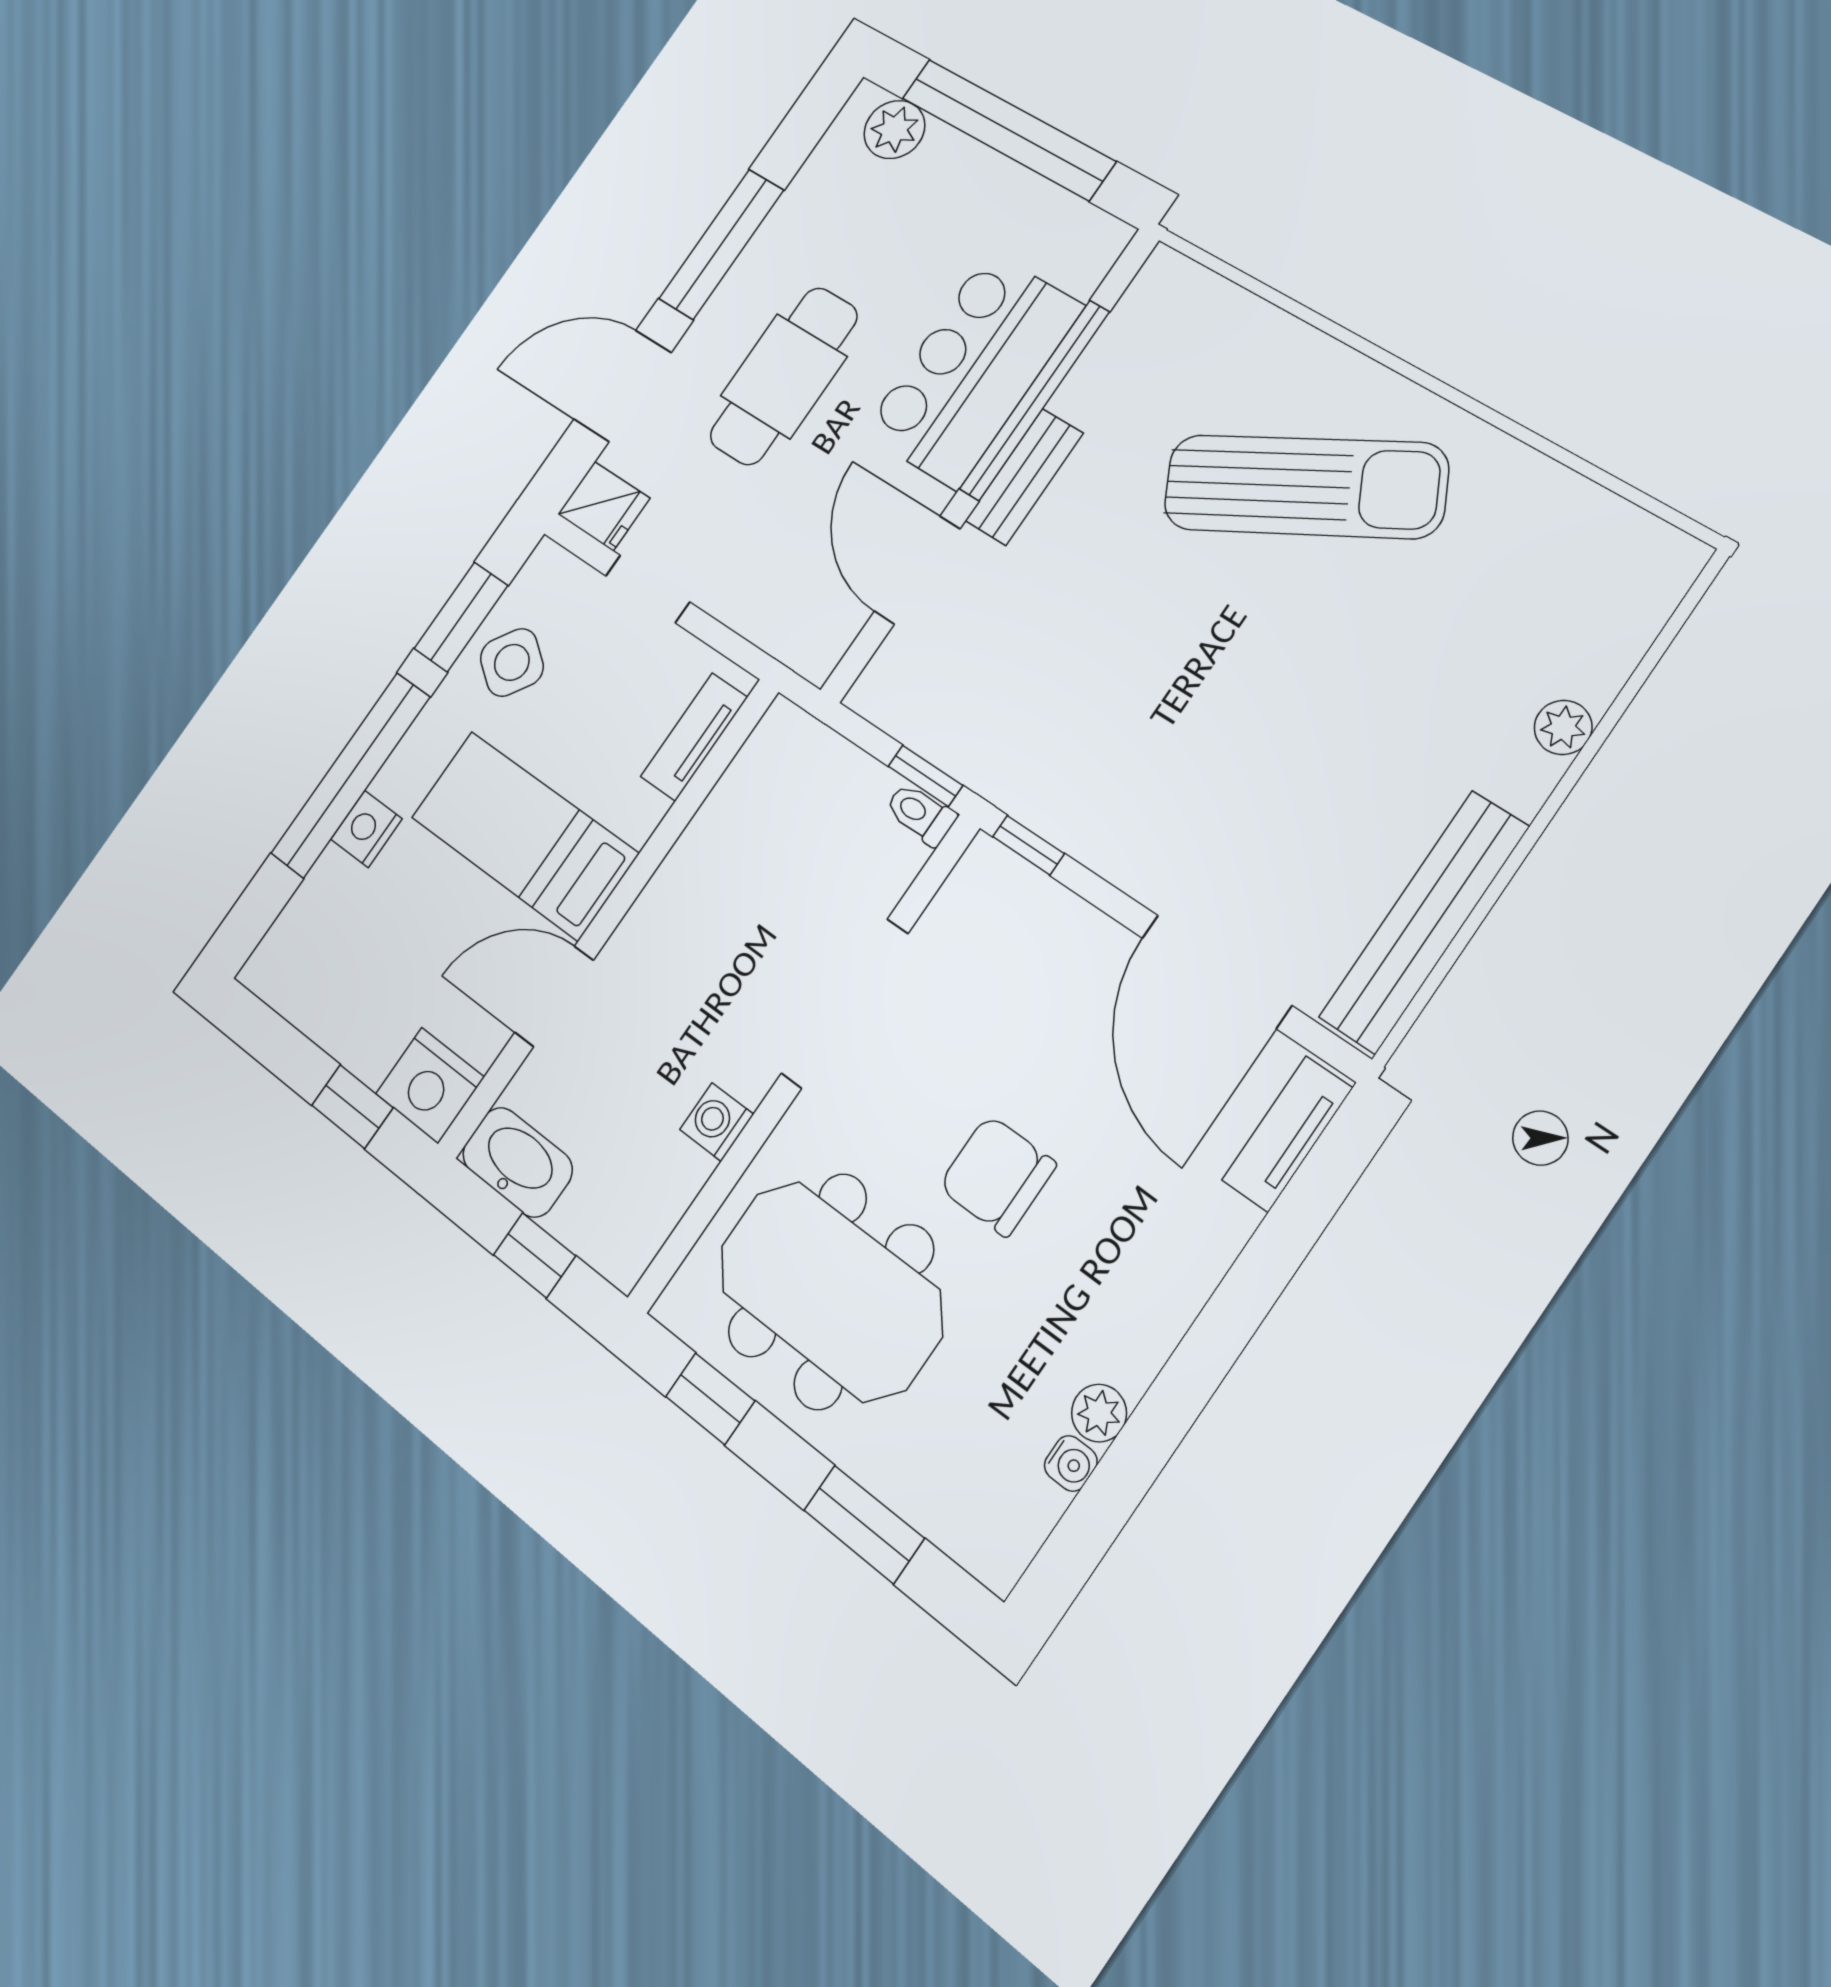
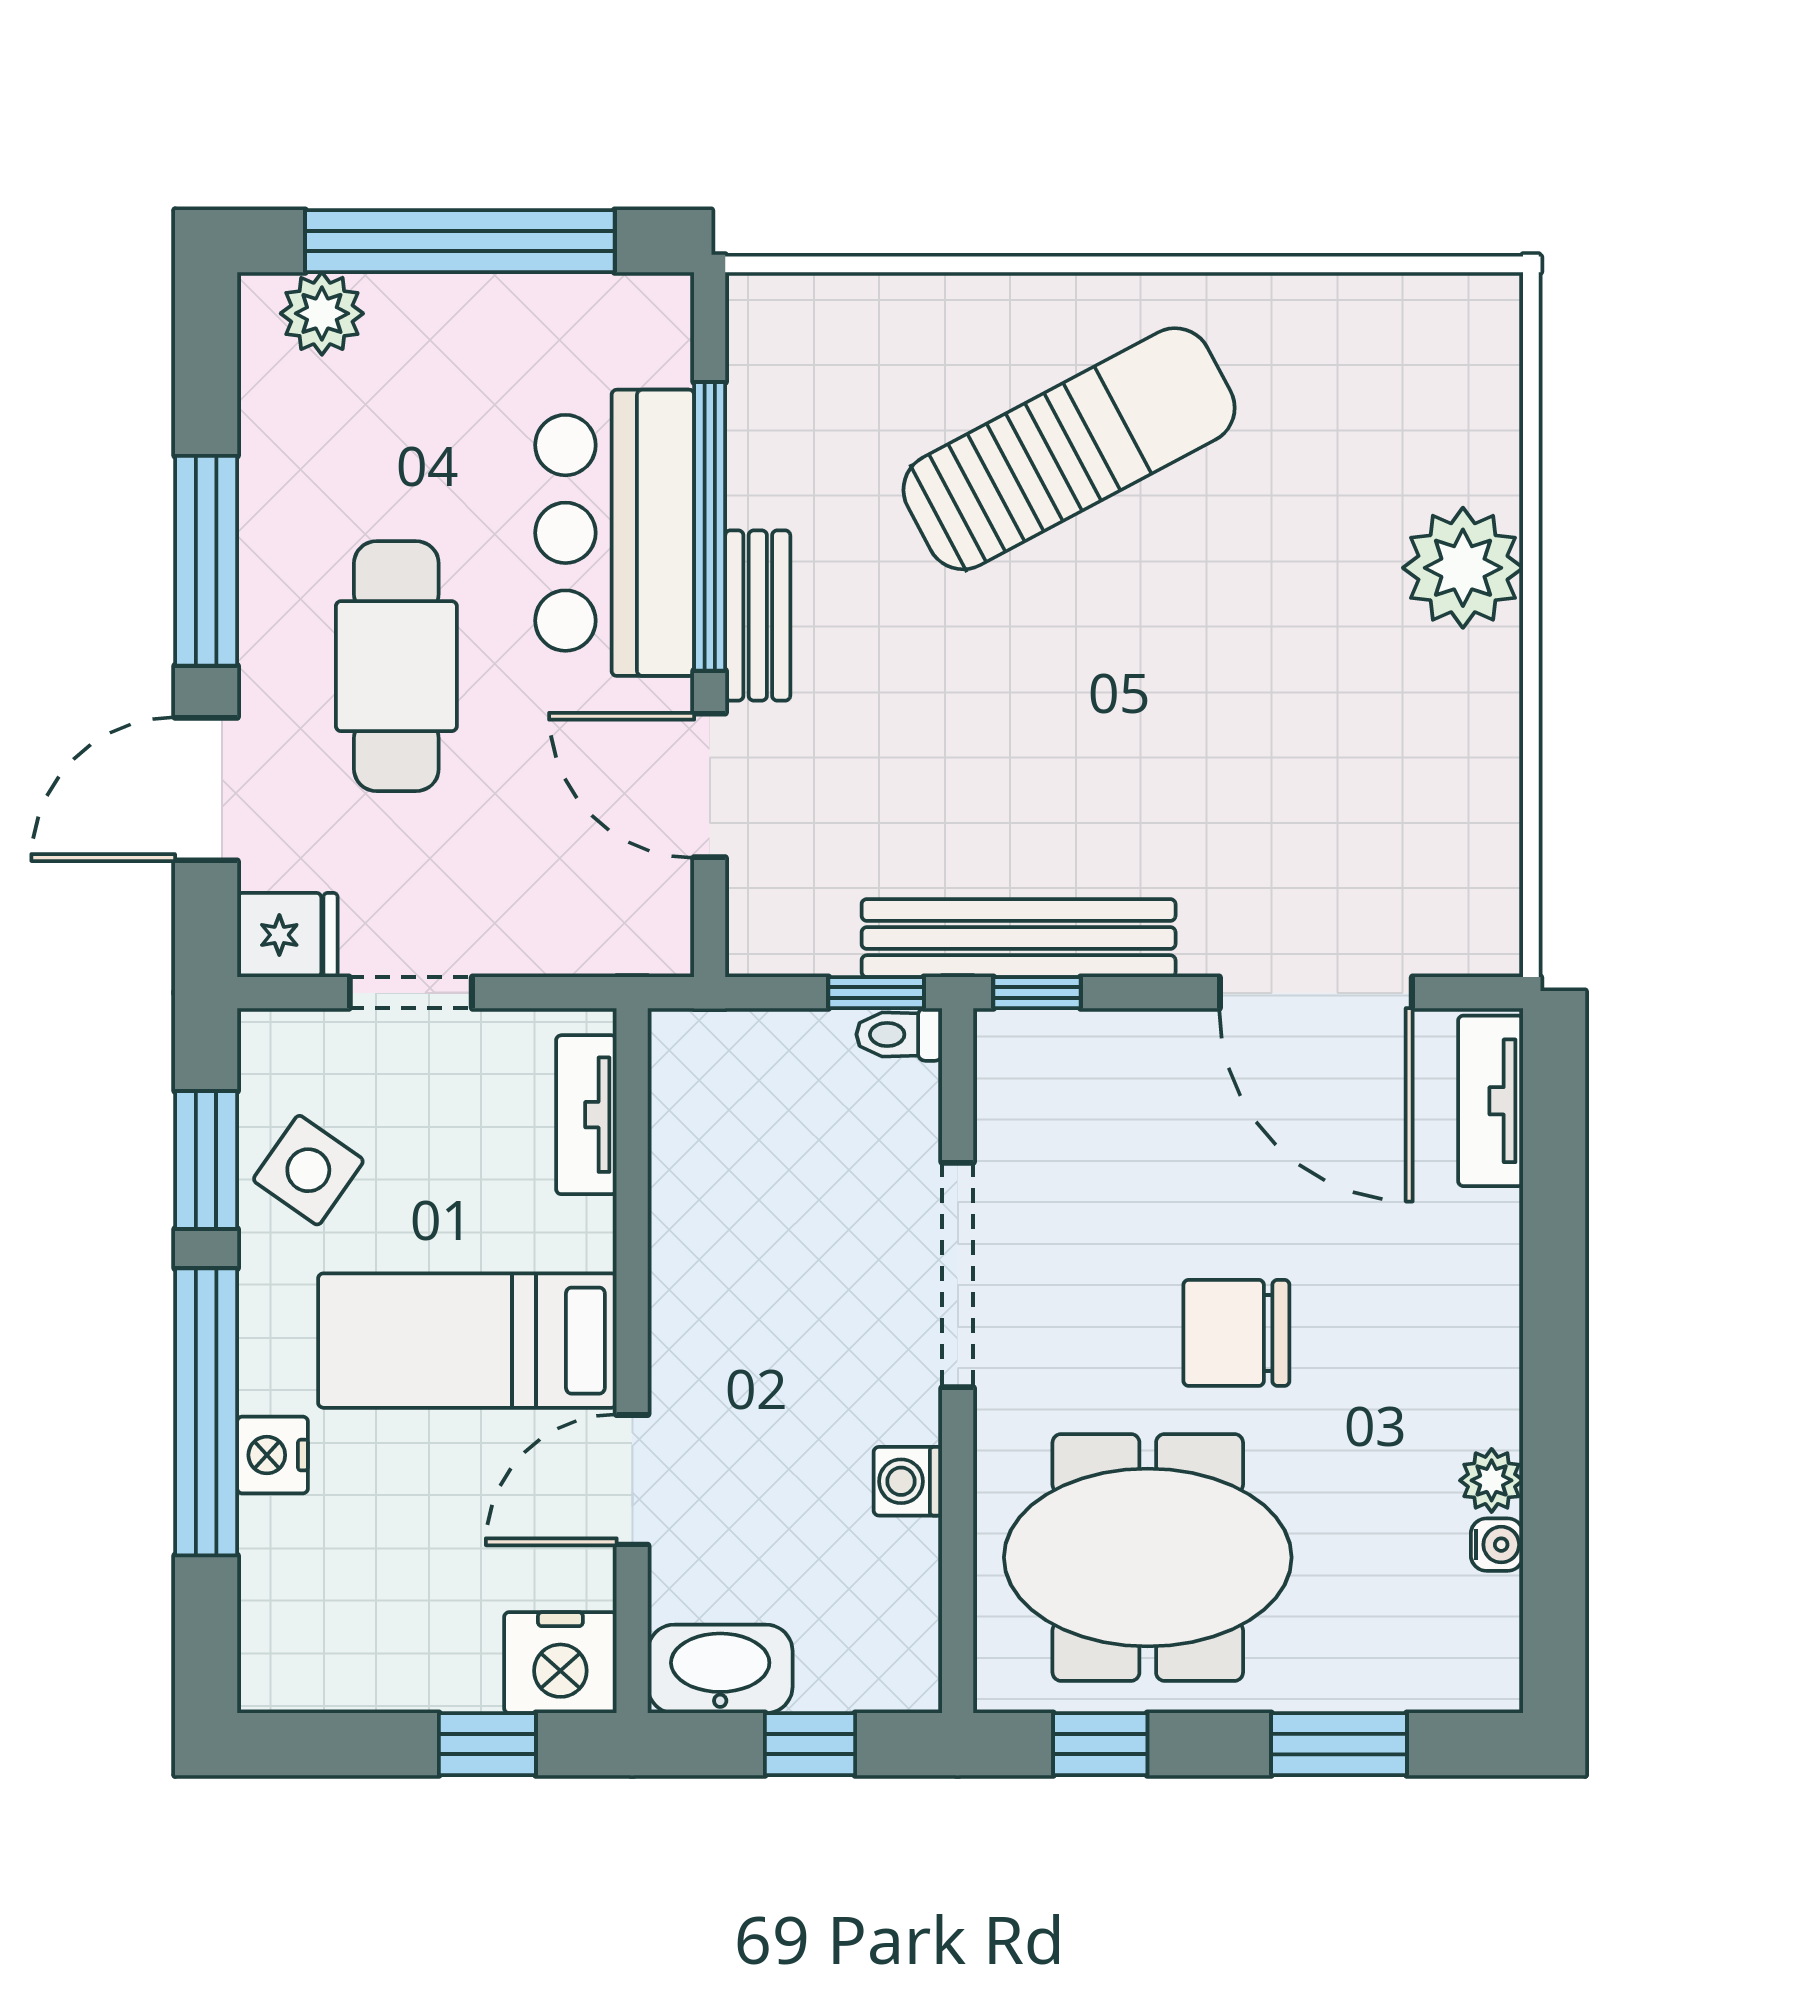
plant: (1563, 727) -> (1463, 568), width x1.88, depth x1.88
bench: (1424, 922) -> (1019, 938), moved, turned 90

